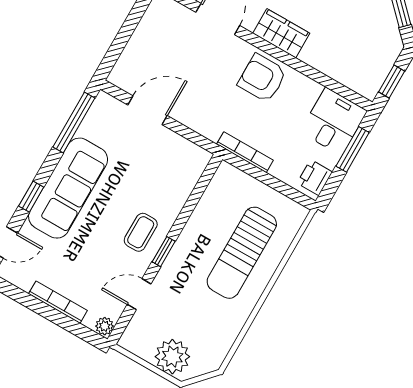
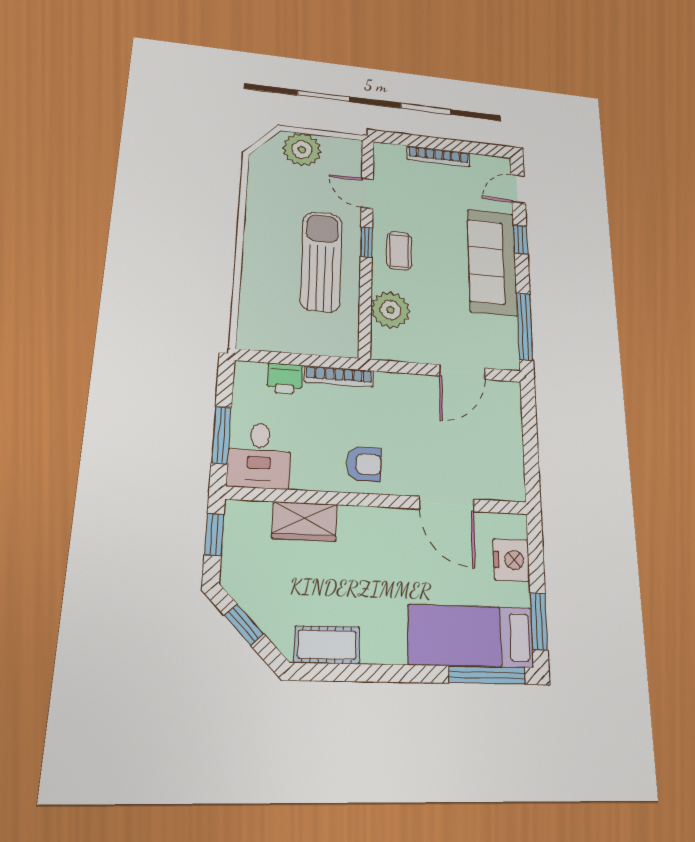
wardrobe: (281, 33) -> (305, 521), moved
armchair: (262, 78) -> (364, 464), width x0.72, depth x0.72
printer: (315, 178) -> (285, 379), moved, turned 90
sun lounger: (242, 253) -> (321, 261), moved
door: (139, 294) -> (367, 193), swing flipped
plant: (105, 326) -> (390, 310), moved, width x1.88, depth x1.88

